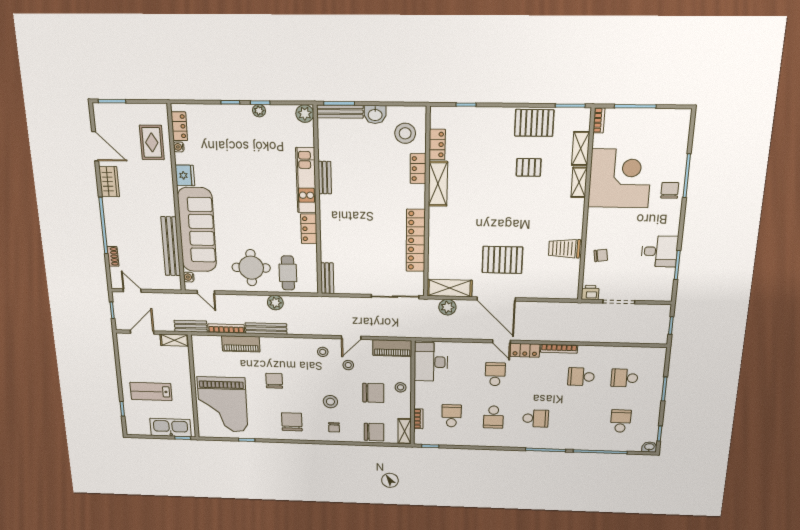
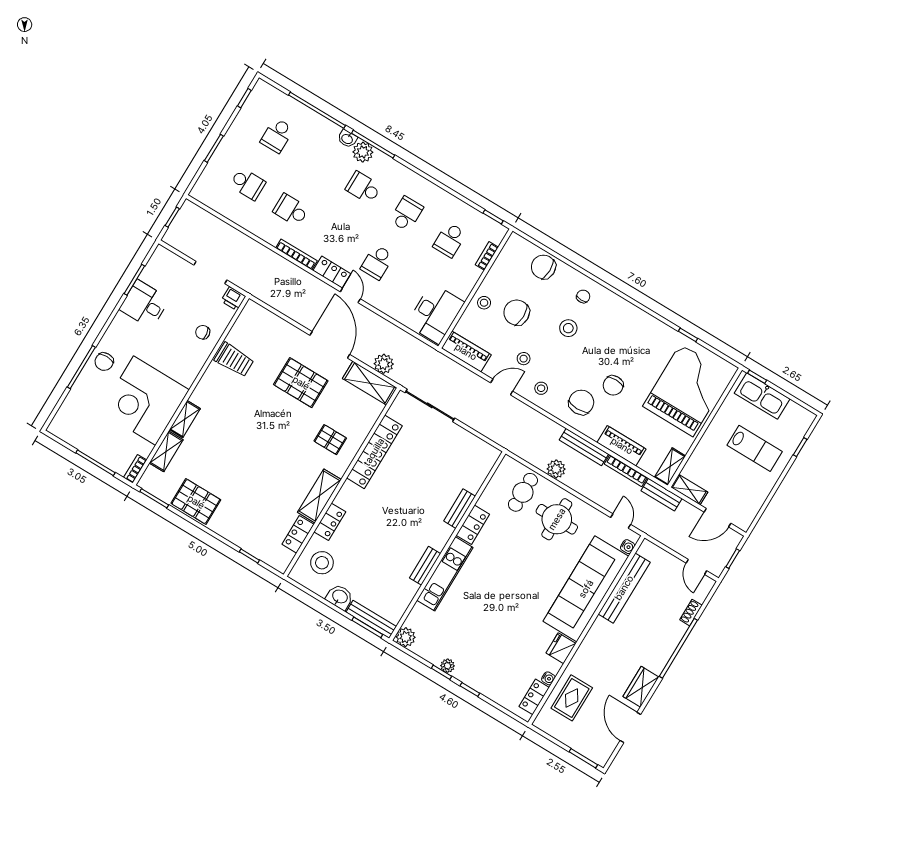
pallet: (529, 167) -> (330, 440), moved
bench: (327, 278) -> (460, 509), moved
school desk: (581, 377) -> (291, 210), turned 180
chair: (292, 422) -> (581, 402), moved, turned 180
shelving: (405, 431) -> (670, 467), moved
plant: (550, 441) -> (363, 152), added
washbasin: (649, 447) -> (347, 139), moved

